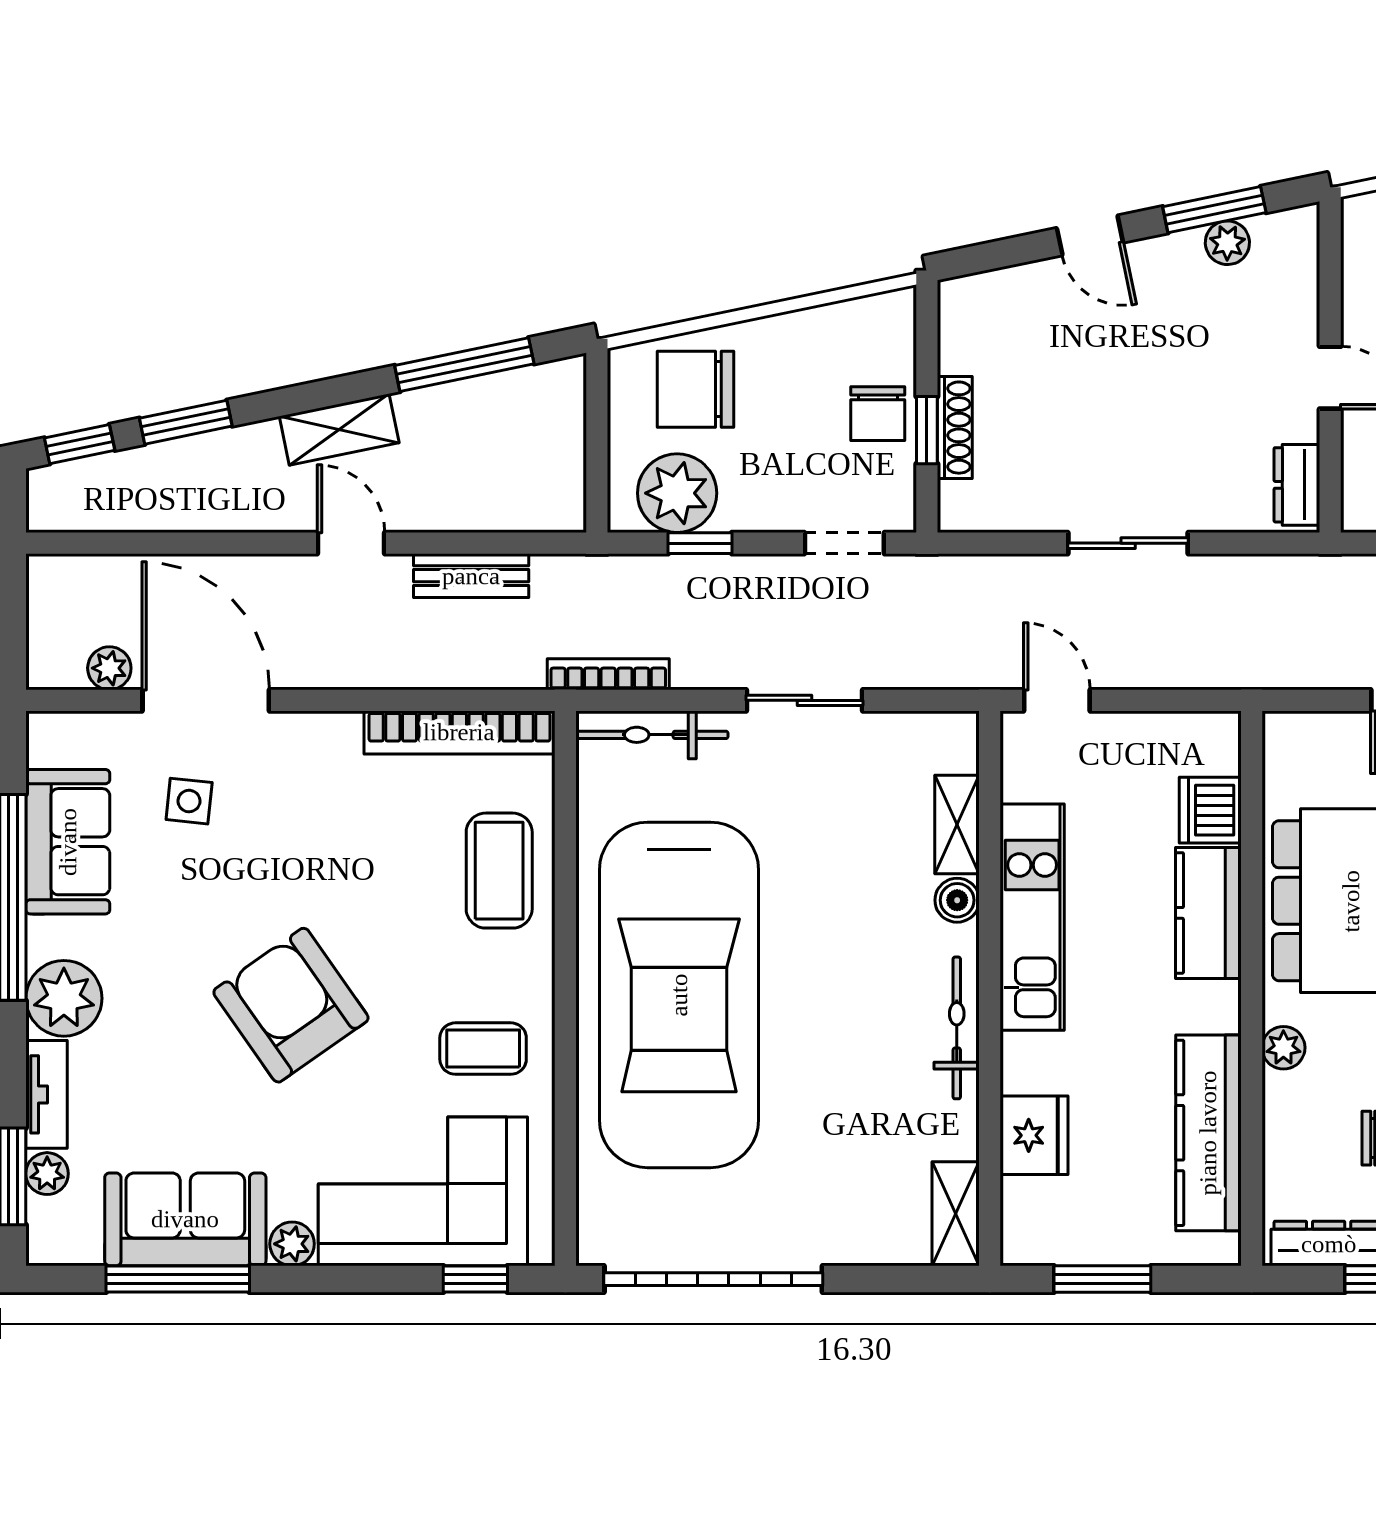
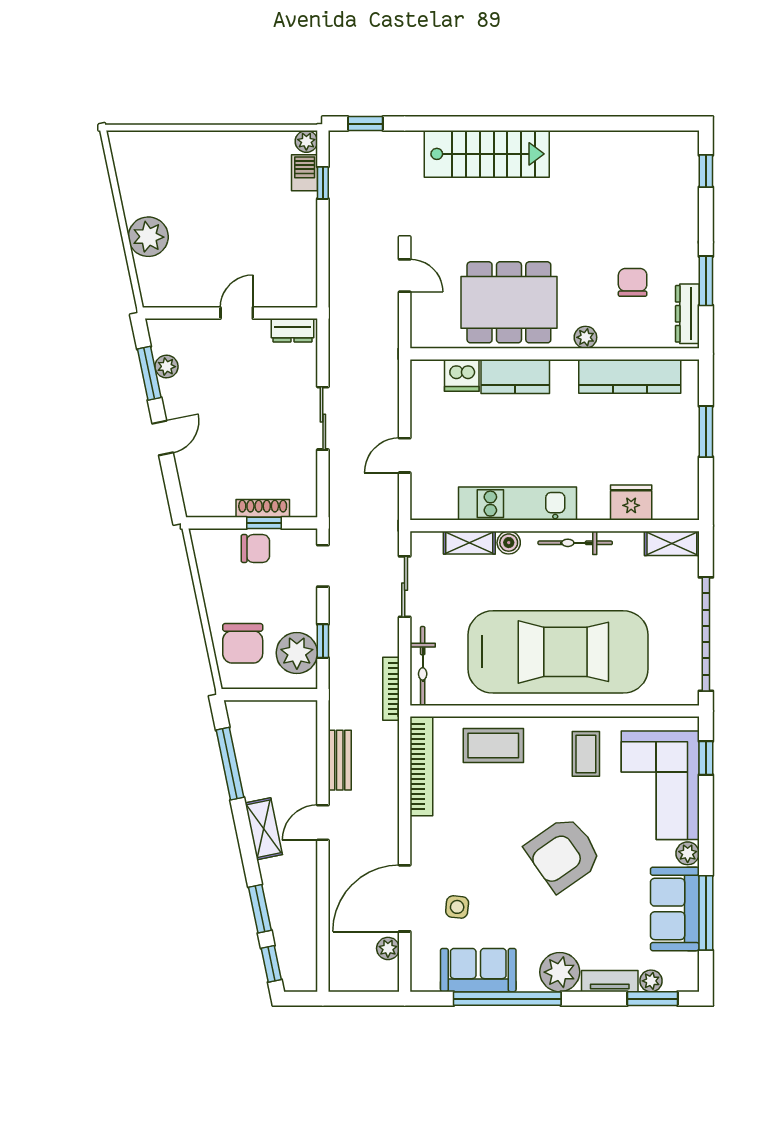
shelving: (957, 825) -> (469, 543), moved
boiler: (957, 900) -> (509, 543), moved
kitchen unit: (1032, 917) -> (517, 504), moved
wall: (990, 988) -> (555, 526), moved
bicycle: (957, 1028) -> (575, 543), moved
fridge: (1034, 1135) -> (631, 503), moved
shelving: (956, 1214) -> (672, 543), moved

